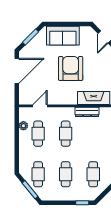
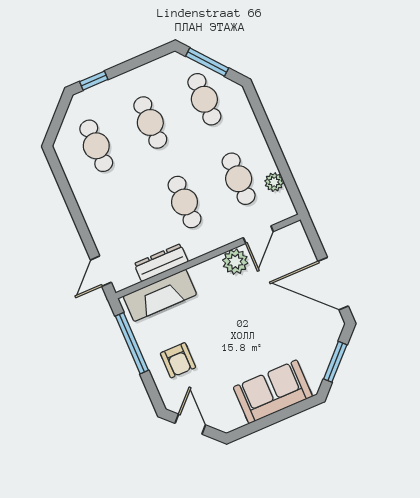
armchair: (71, 68) -> (178, 360), moved, width x0.53, depth x0.53
door: (17, 71) -> (333, 284), hinge flipped
plant: (55, 99) -> (235, 262), added

